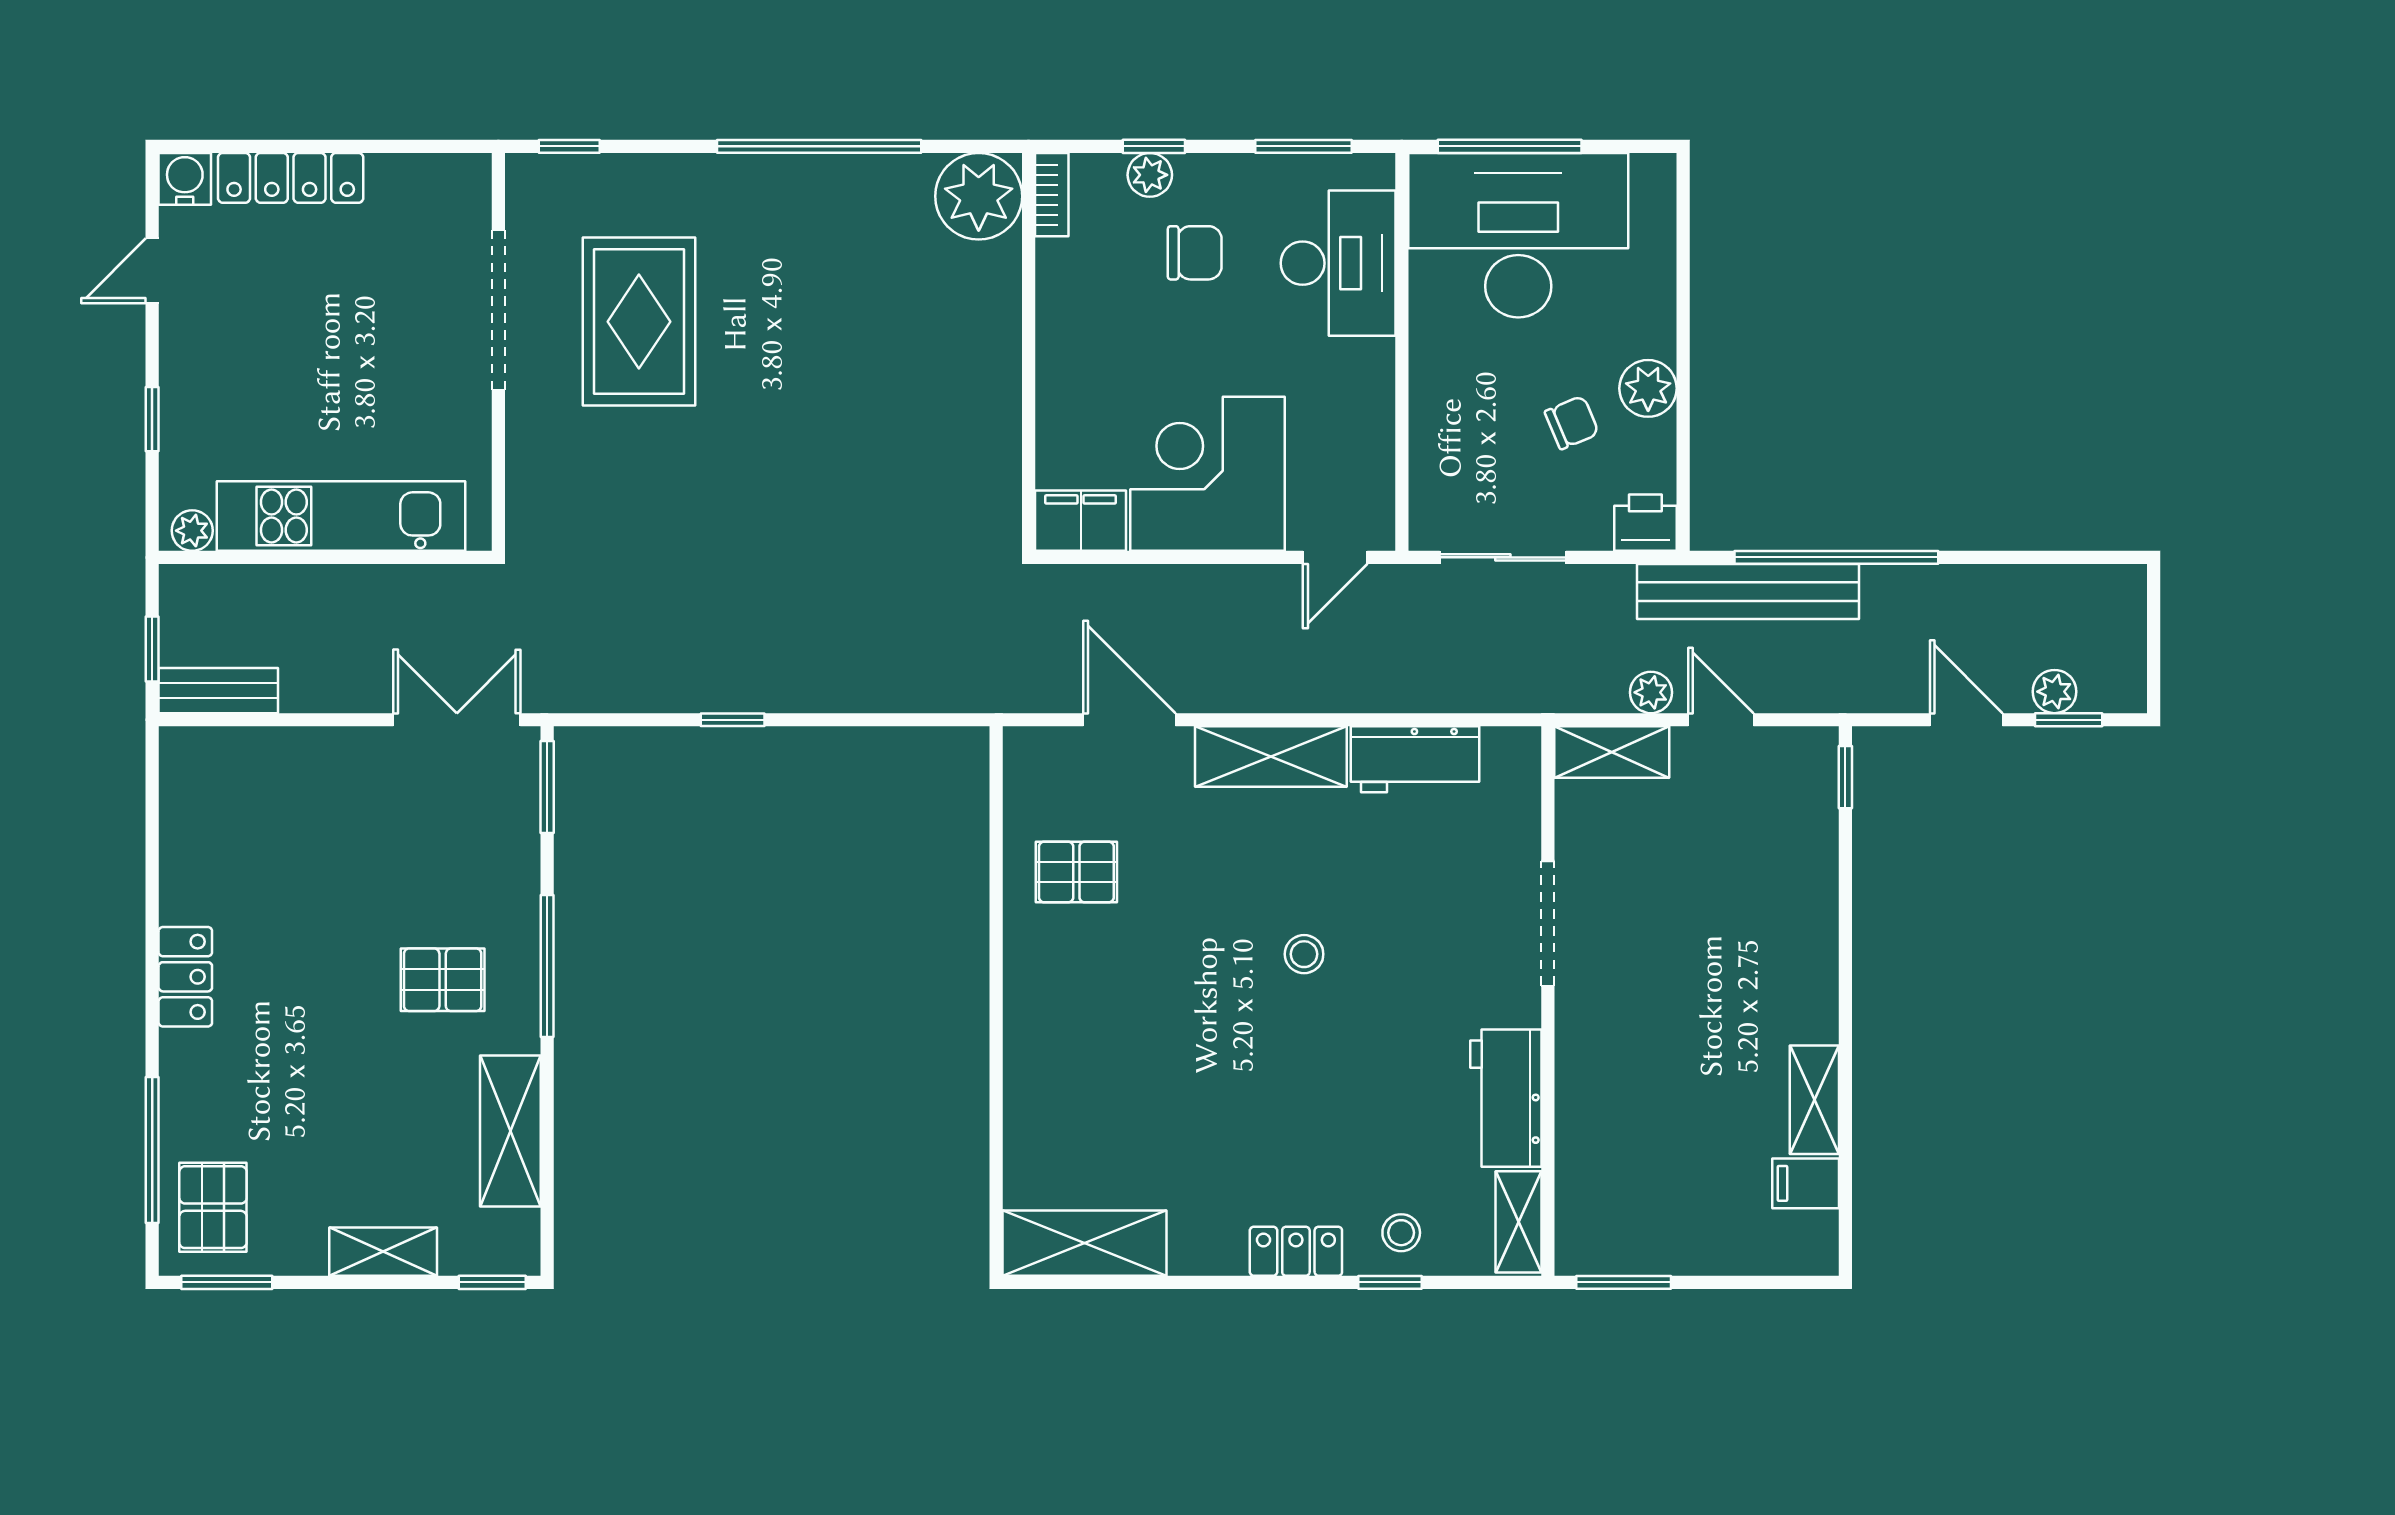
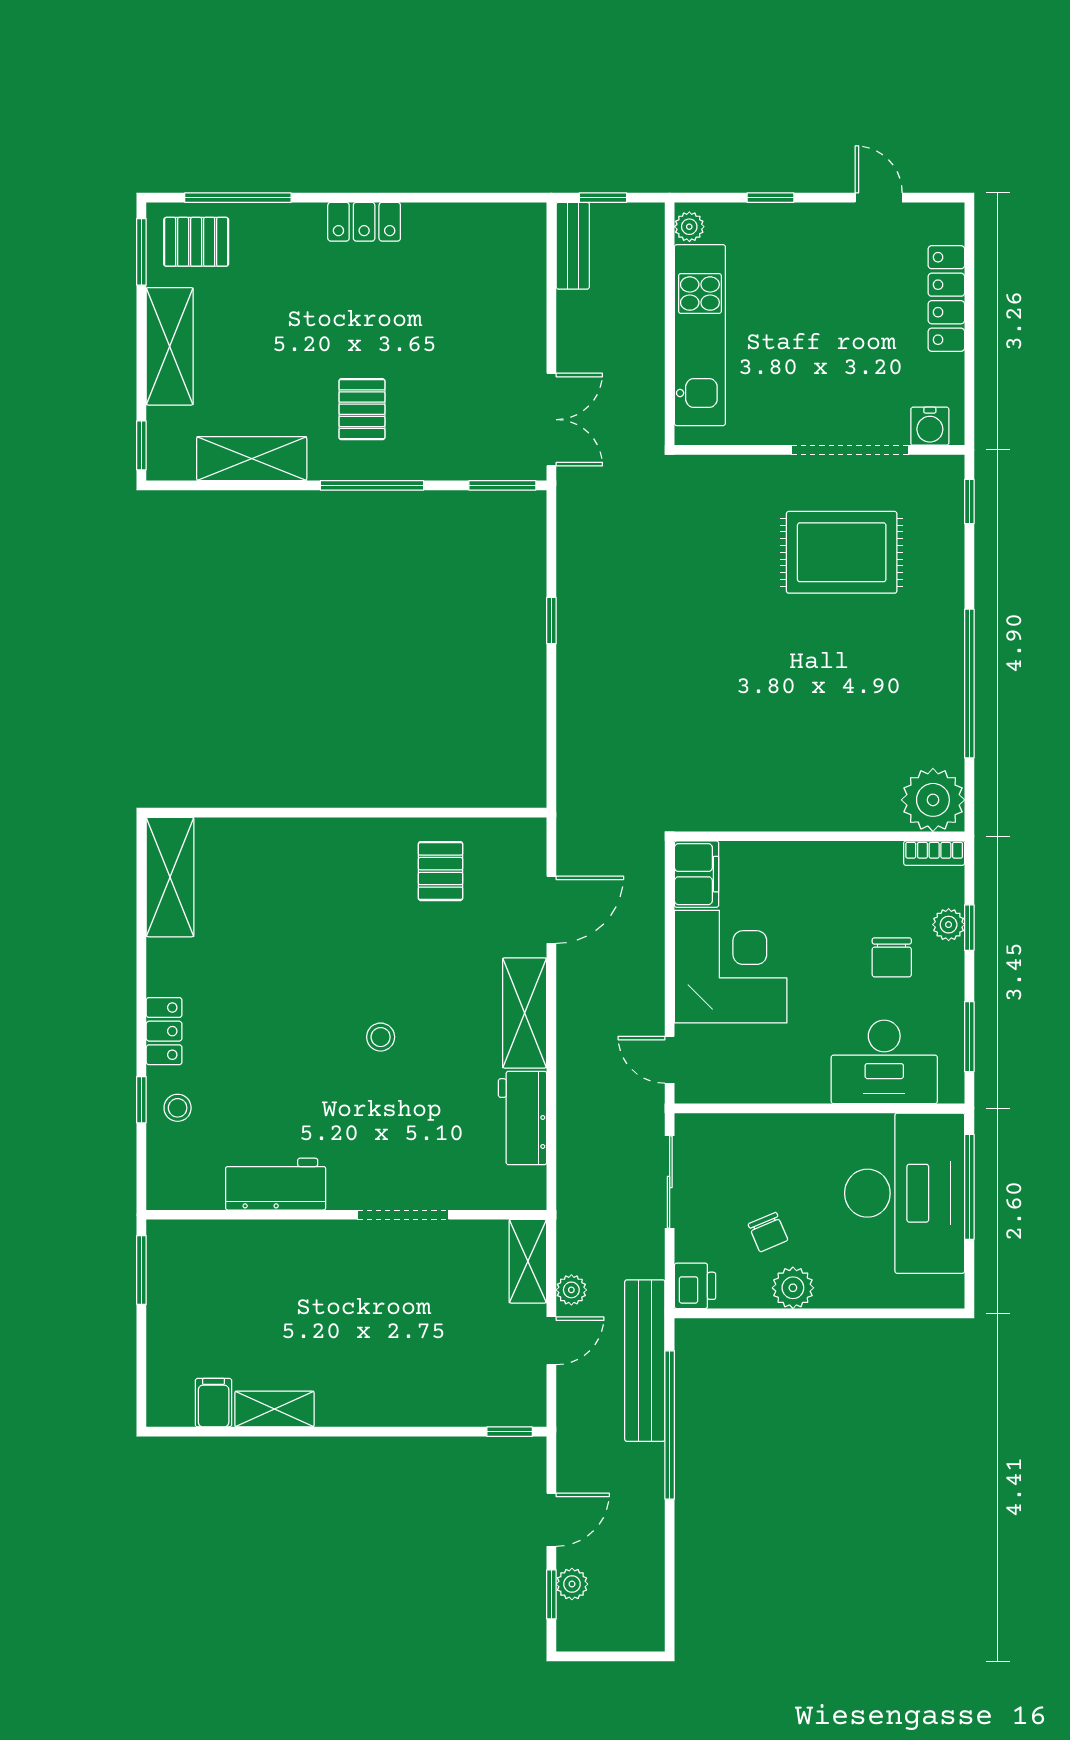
water cooler: (185, 179) -> (930, 426), moved, turned 90
shelving: (1519, 1222) -> (185, 1193), removed
shelving: (383, 1252) -> (170, 346), width x1.50, depth x1.33

